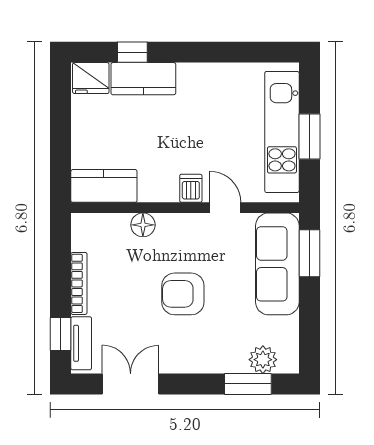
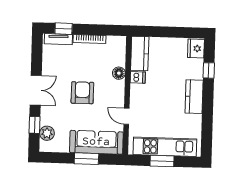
kitchen counter: (143, 79) -> (194, 97), moved
dishwasher: (191, 188) -> (138, 77), moved
door: (225, 208) -> (126, 116), swing flipped
window: (309, 253) -> (86, 159), moved
double door: (131, 384) -> (36, 90), moved
window: (248, 384) -> (35, 125), width x0.67

